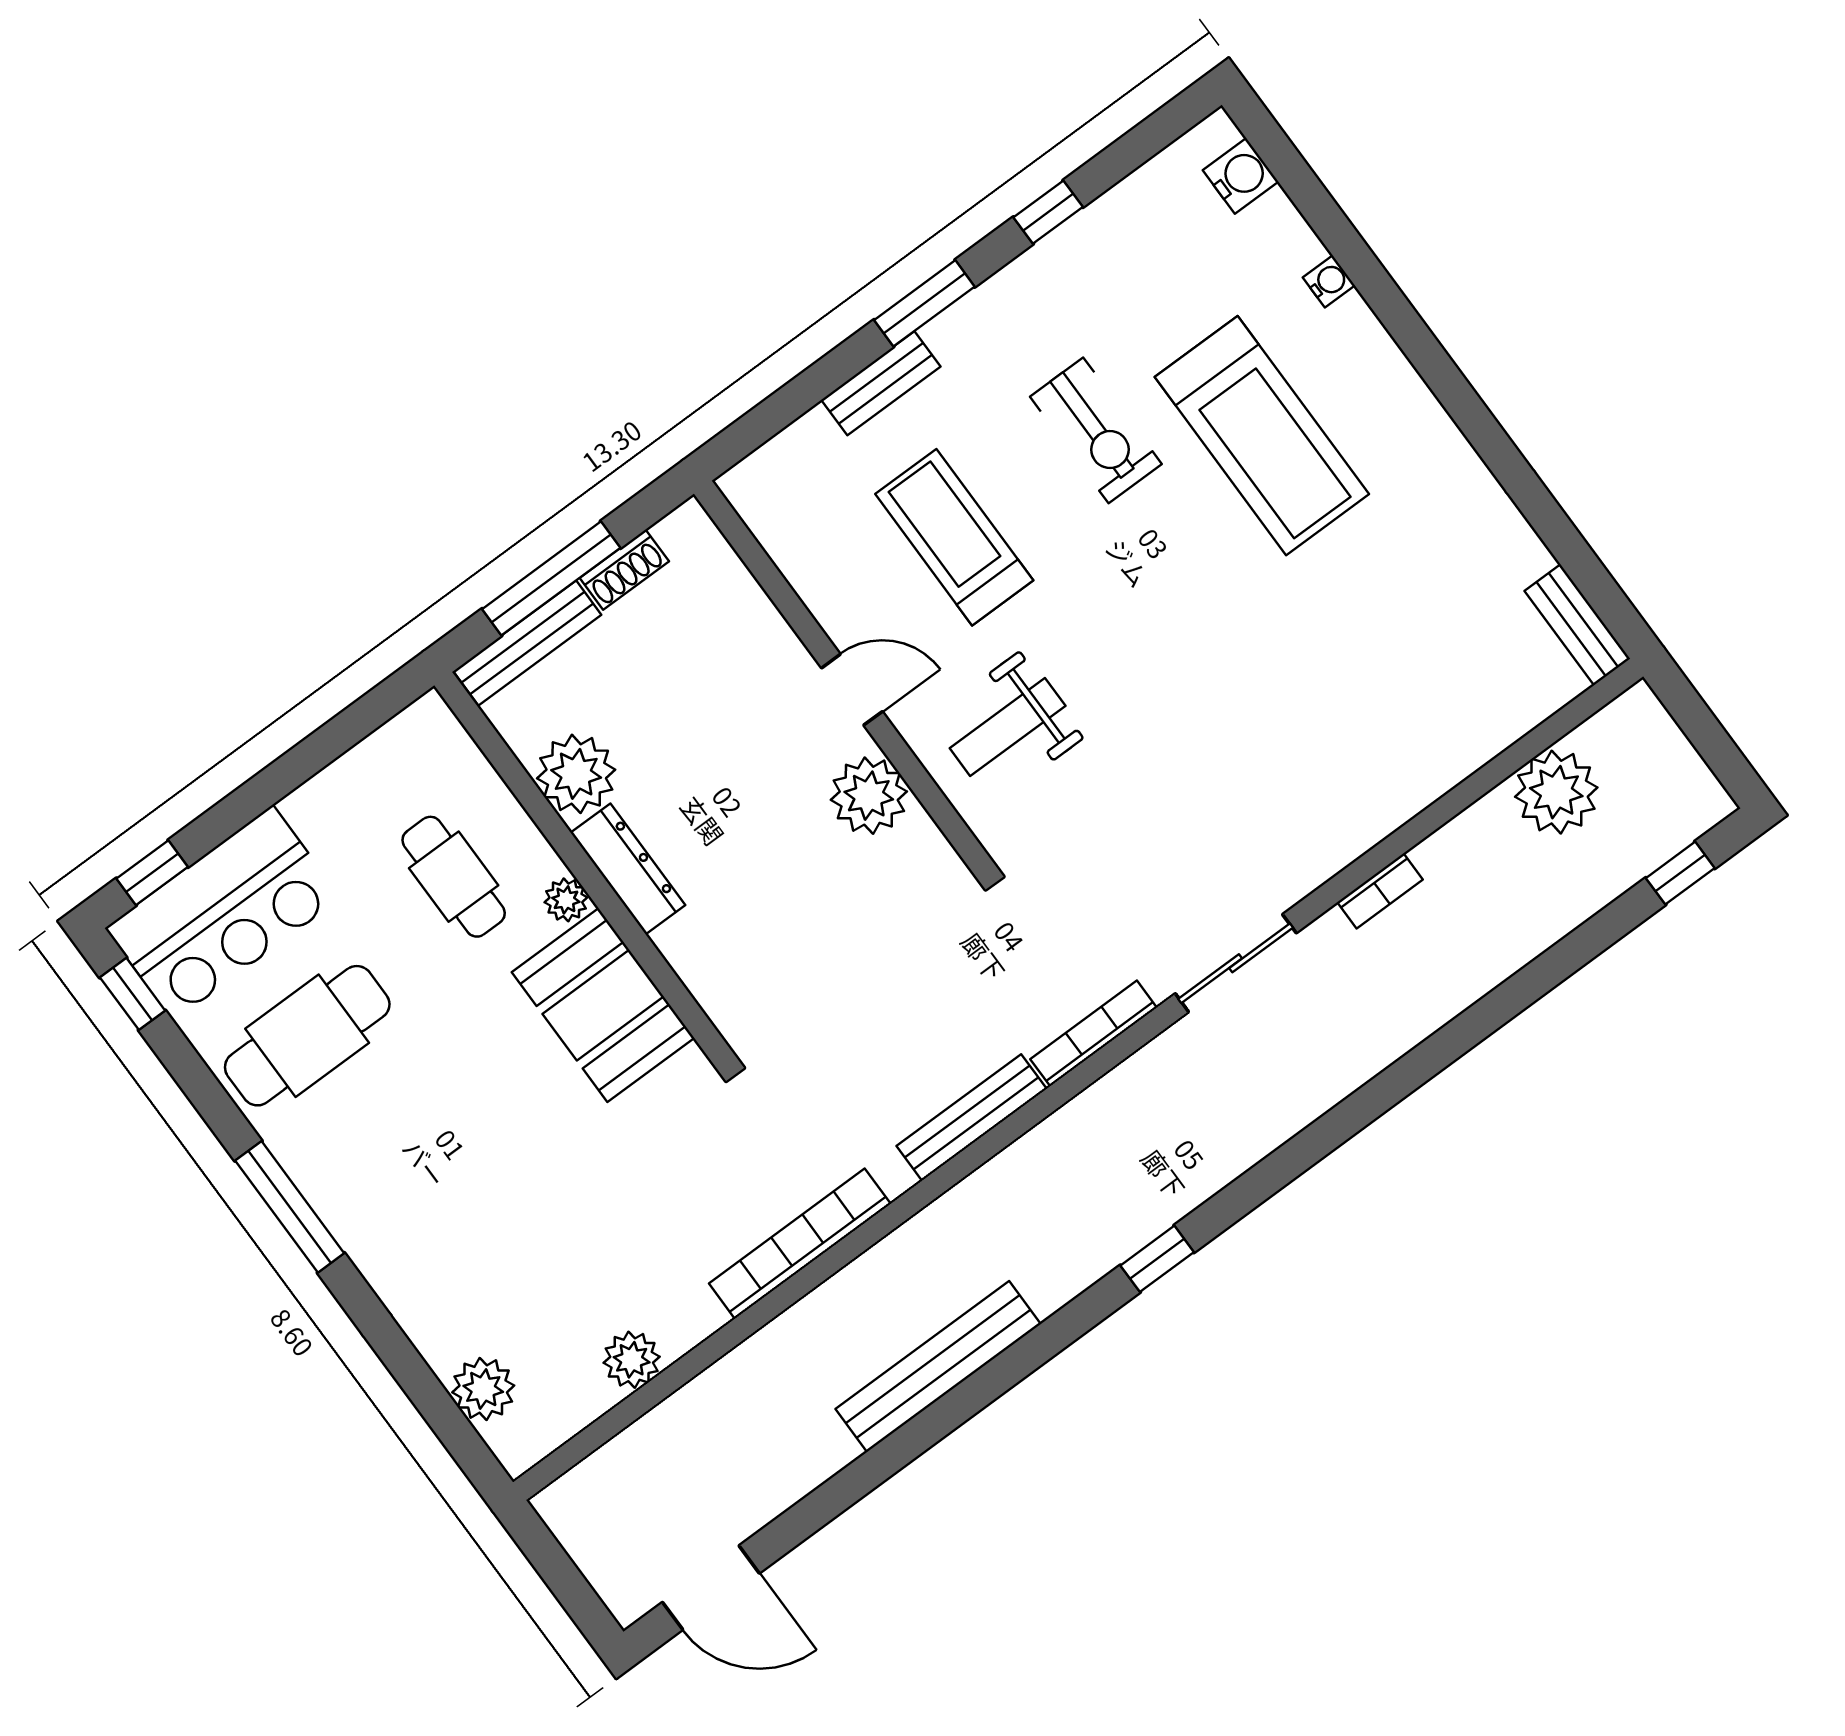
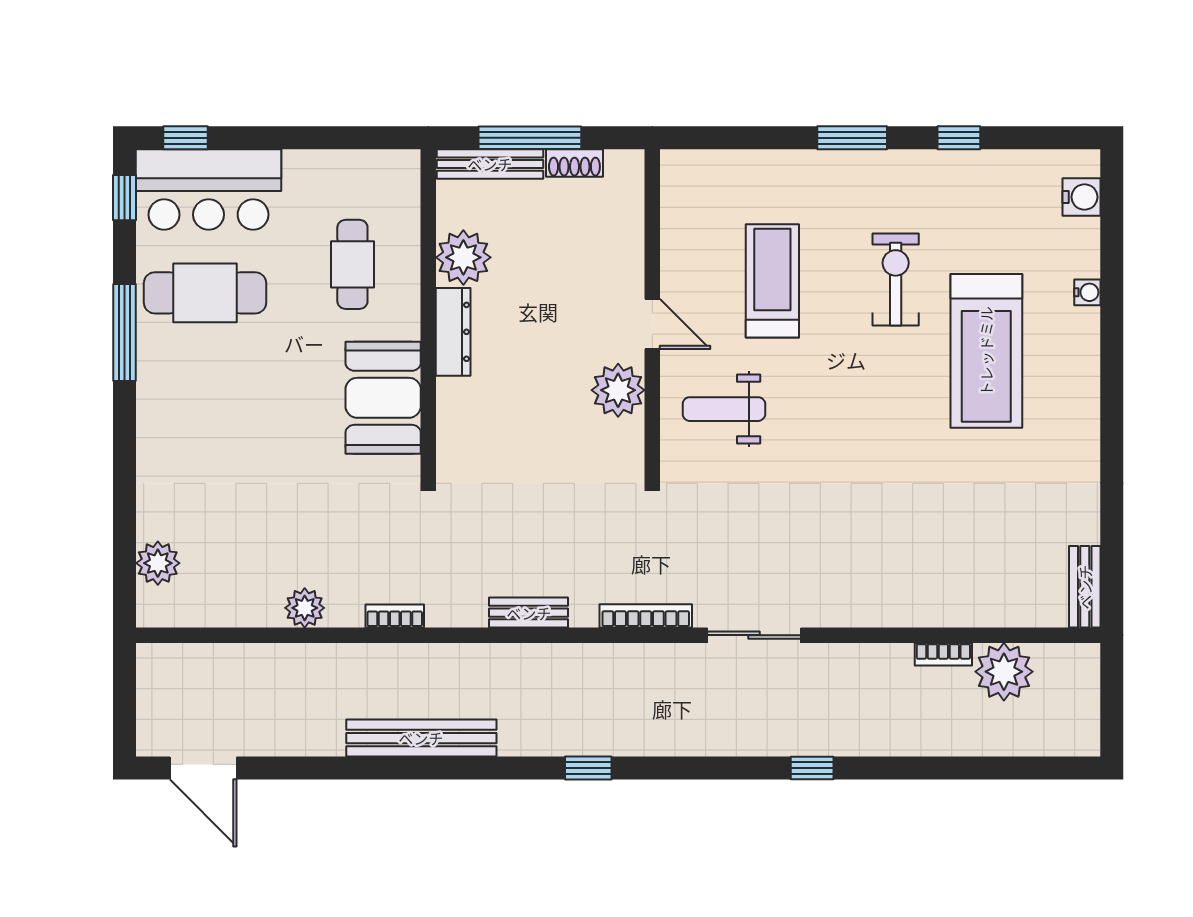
bench: (881, 383) -> (795, 165), removed
exercise bike: (1096, 430) -> (896, 280), turned 180
window: (1680, 873) -> (812, 768), moved
bookcase: (1380, 891) -> (943, 654), moved
plant: (566, 900) -> (406, 324), removed
bench: (972, 1117) -> (529, 613), width x0.73
window: (290, 1207) -> (125, 332), moved
bookcase: (800, 1244) -> (395, 616), width x0.43, depth x0.76
plant: (632, 1360) -> (305, 608), moved

